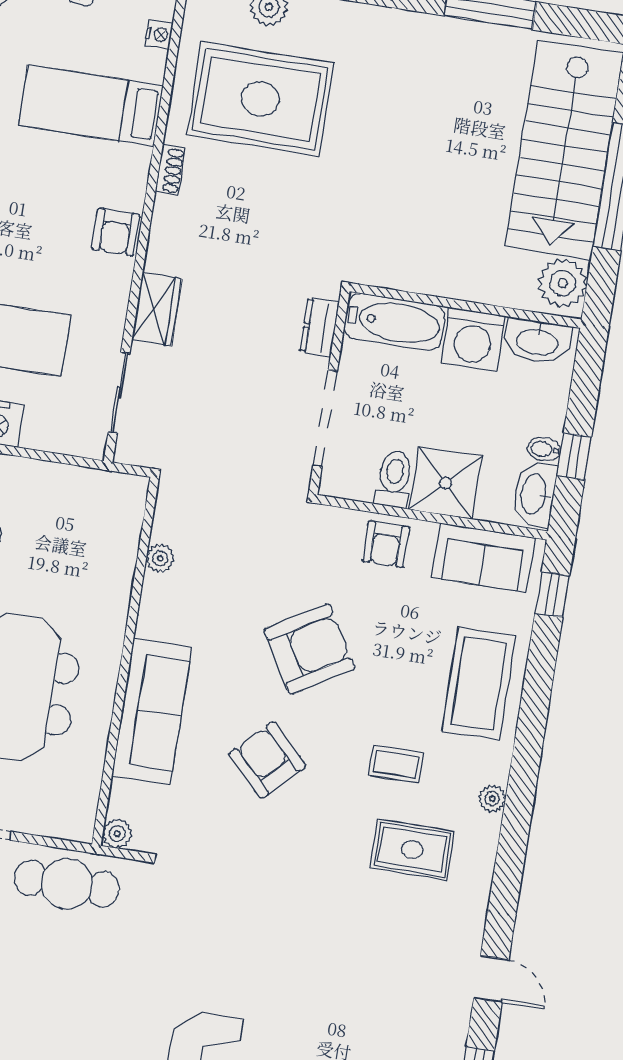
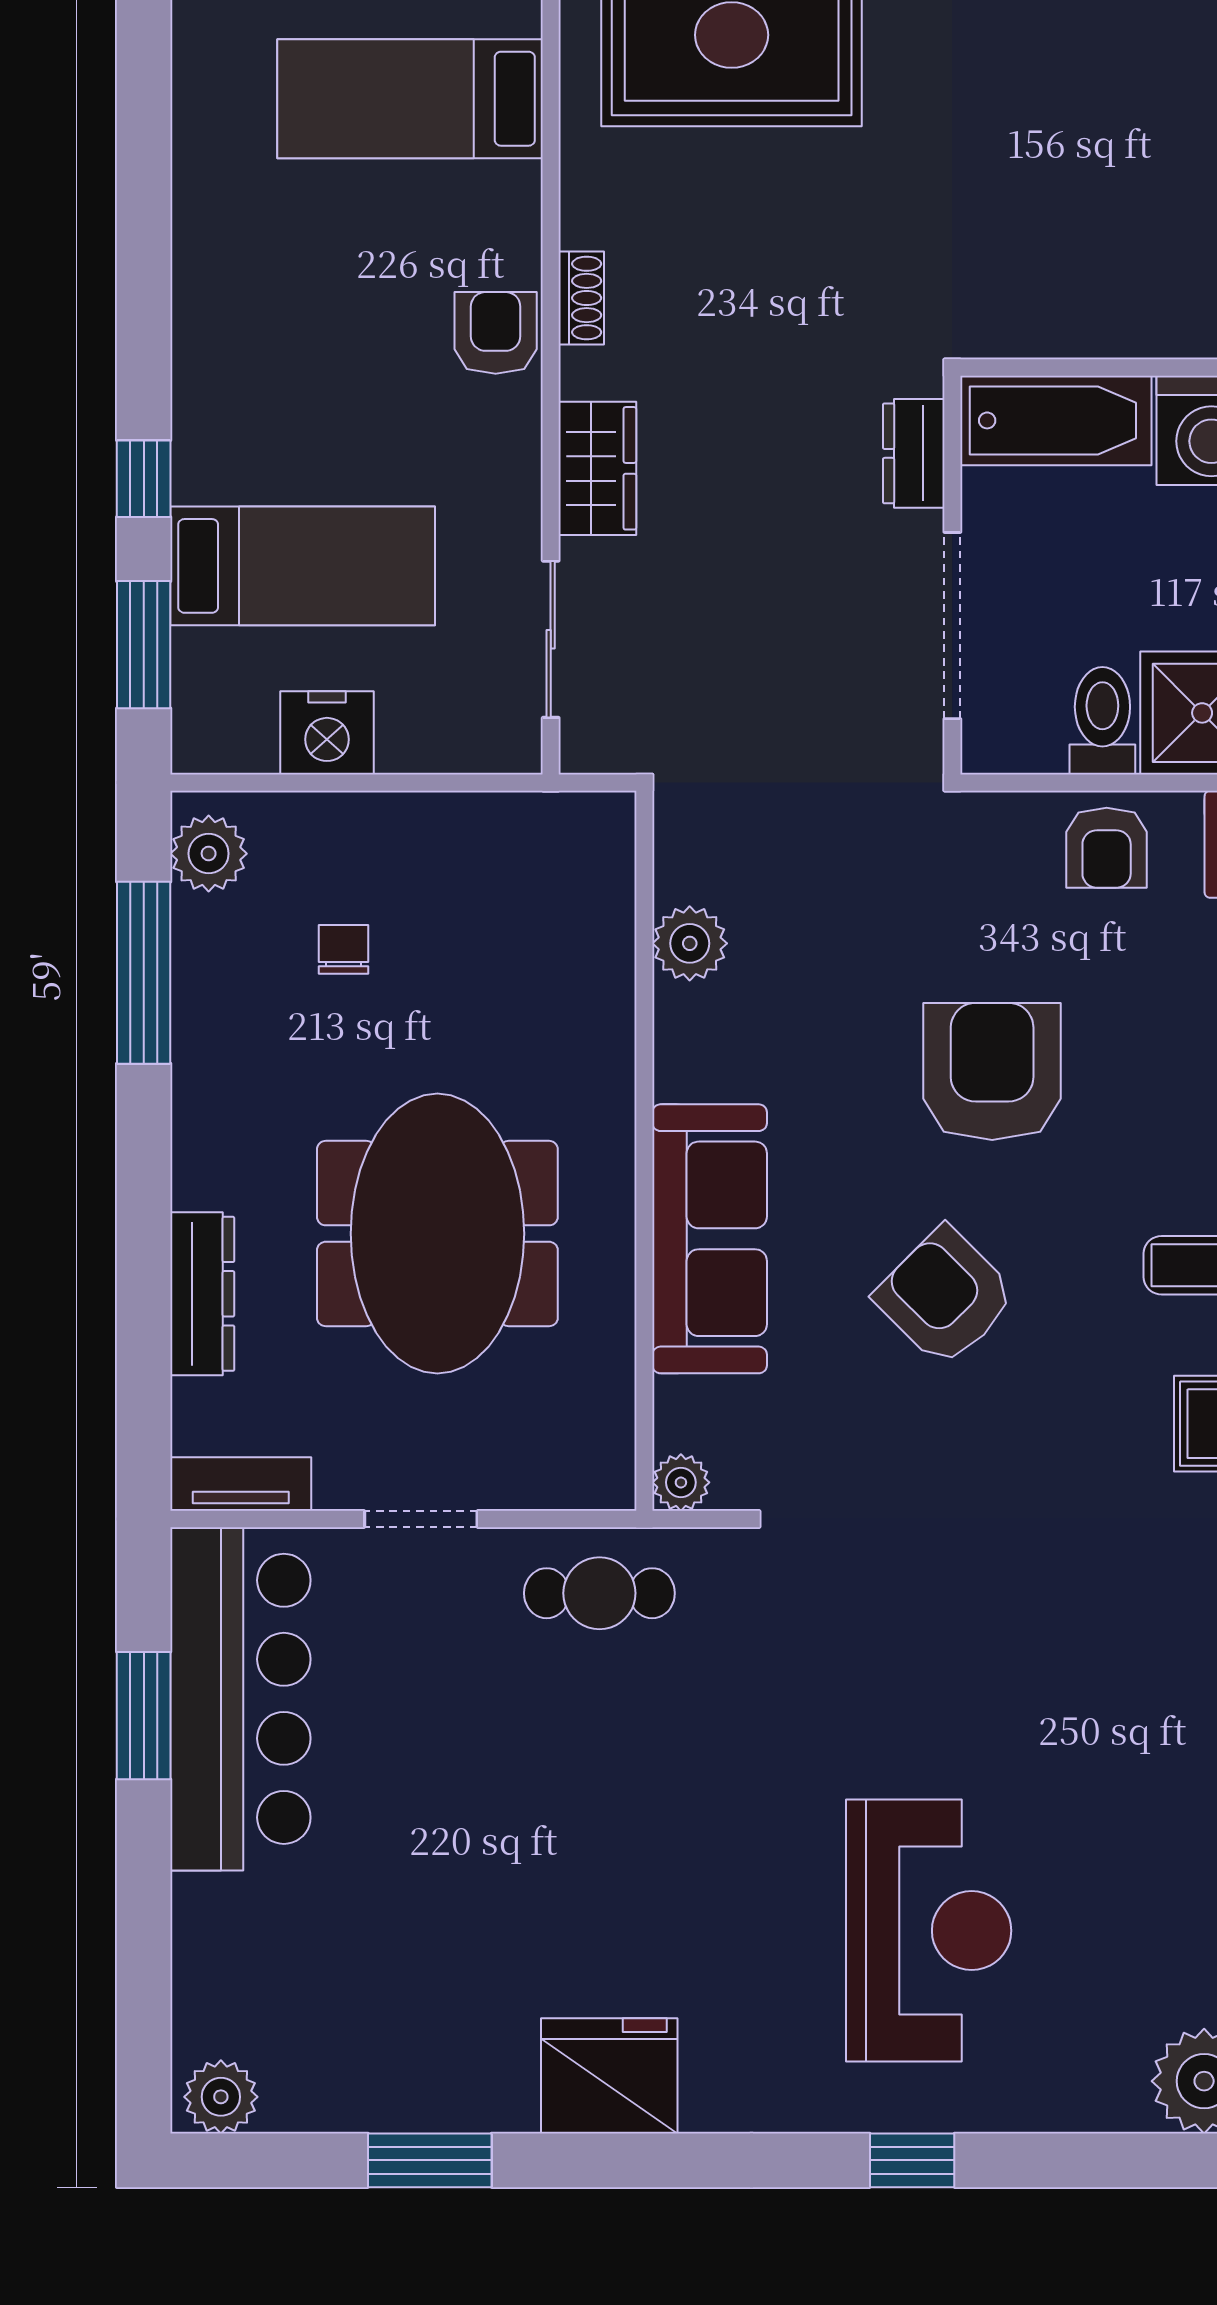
shoe rack: (170, 170) -> (581, 298), moved
armchair: (116, 232) -> (496, 333), turned 180
plant: (160, 558) -> (690, 943), width x1.38, depth x1.38
armchair: (309, 649) -> (992, 1071), turned -59
cafe table: (67, 884) -> (599, 1593), width x0.73, depth x0.74

